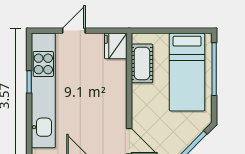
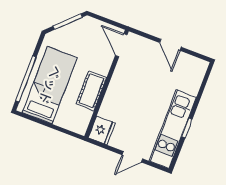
cot: (142, 63) -> (91, 91), moved
kitchen unit: (43, 90) -> (173, 129), width x0.73

